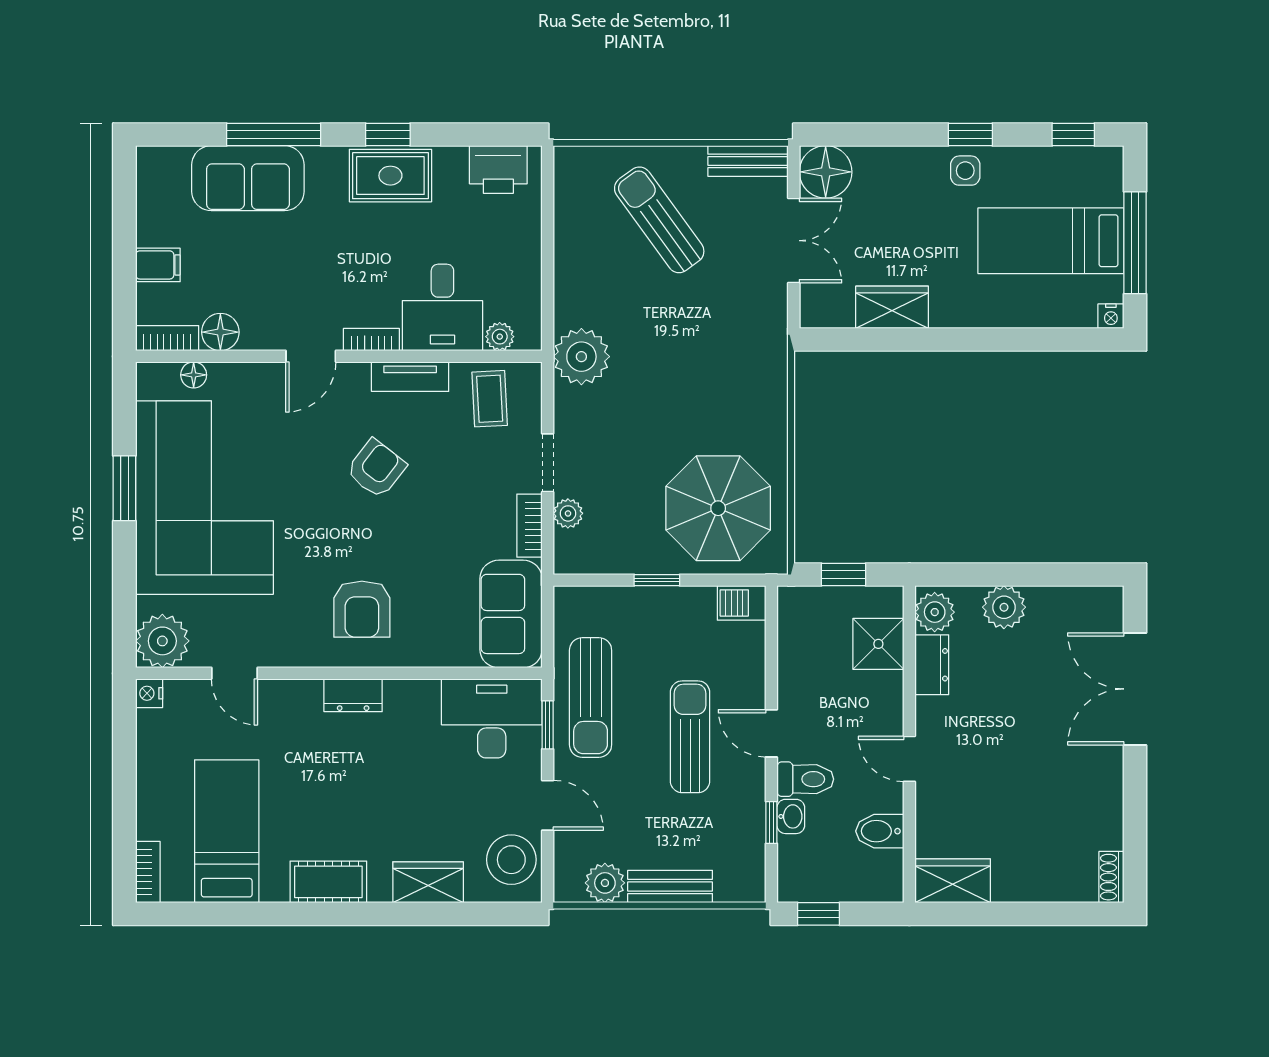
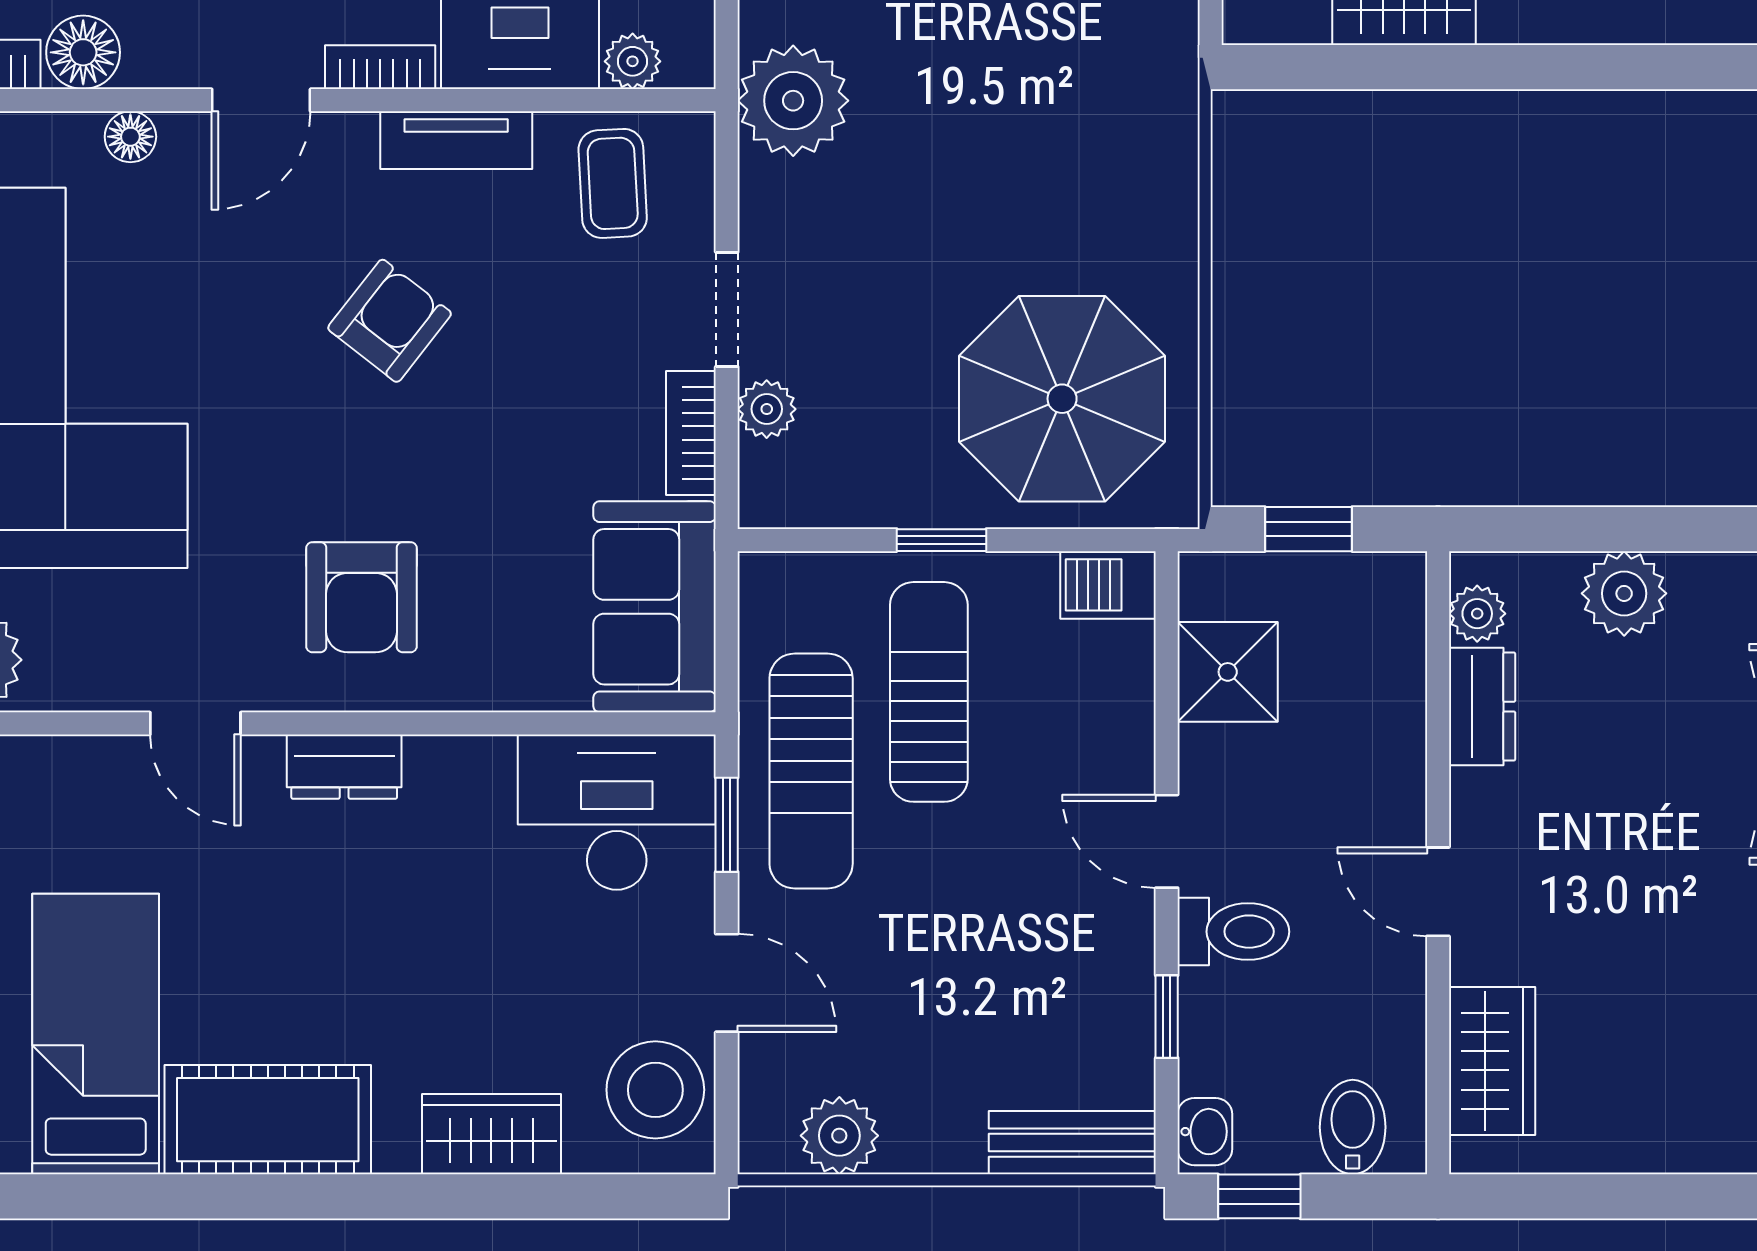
floor lamp: (194, 375) -> (130, 137), moved
plant: (935, 612) -> (1477, 614), width x0.73, depth x0.73
shower: (878, 644) -> (1228, 672), moved
door: (234, 673) -> (195, 723), moved
sun lounger: (690, 737) -> (929, 692), moved
washbasin: (791, 816) -> (1205, 1132), moved
bidet: (880, 831) -> (1353, 1127), moved, turned 90
wardrobe: (953, 881) -> (1492, 1061), moved, turned 90
cot: (328, 882) -> (268, 1120), width x1.37, depth x1.34
bench: (670, 886) -> (1072, 1143), moved

